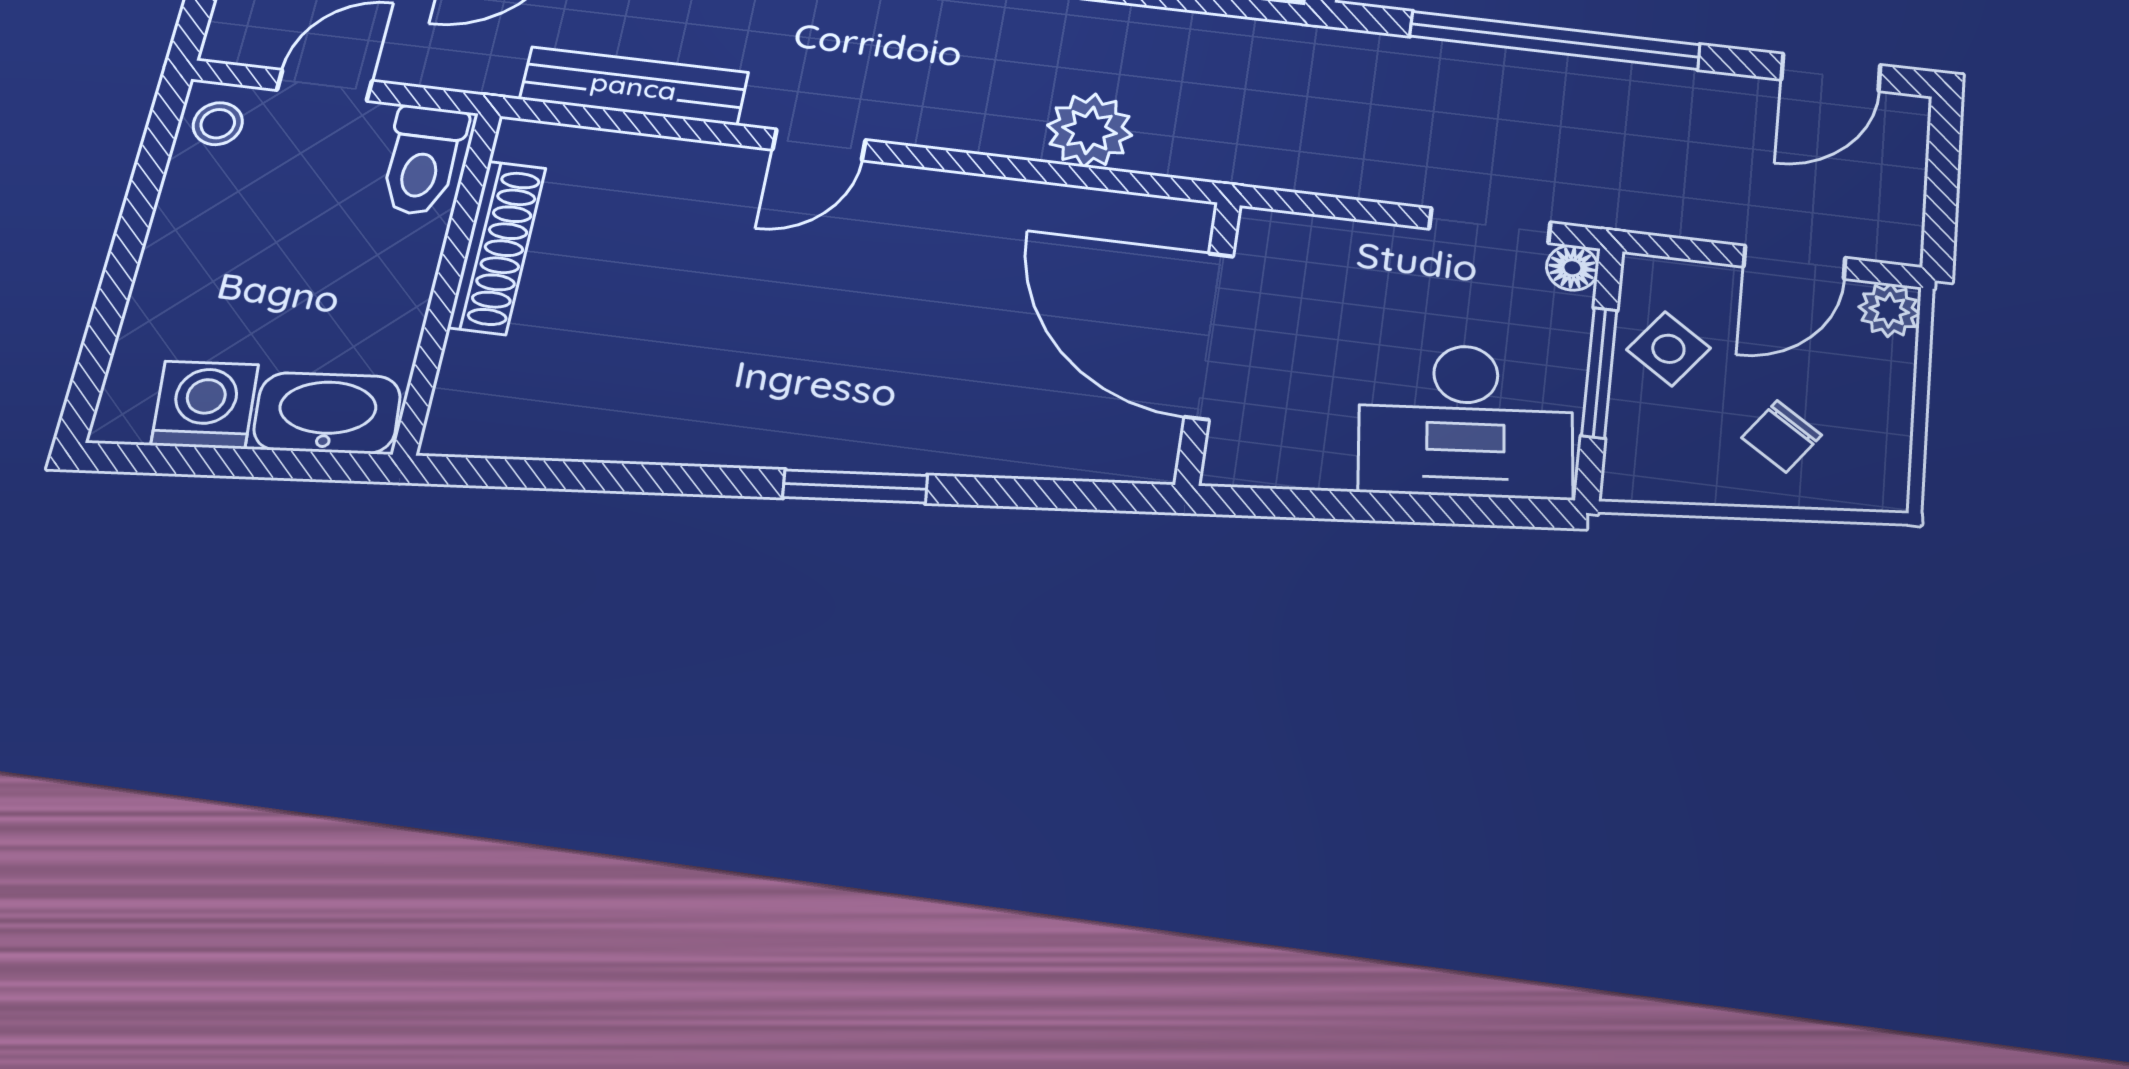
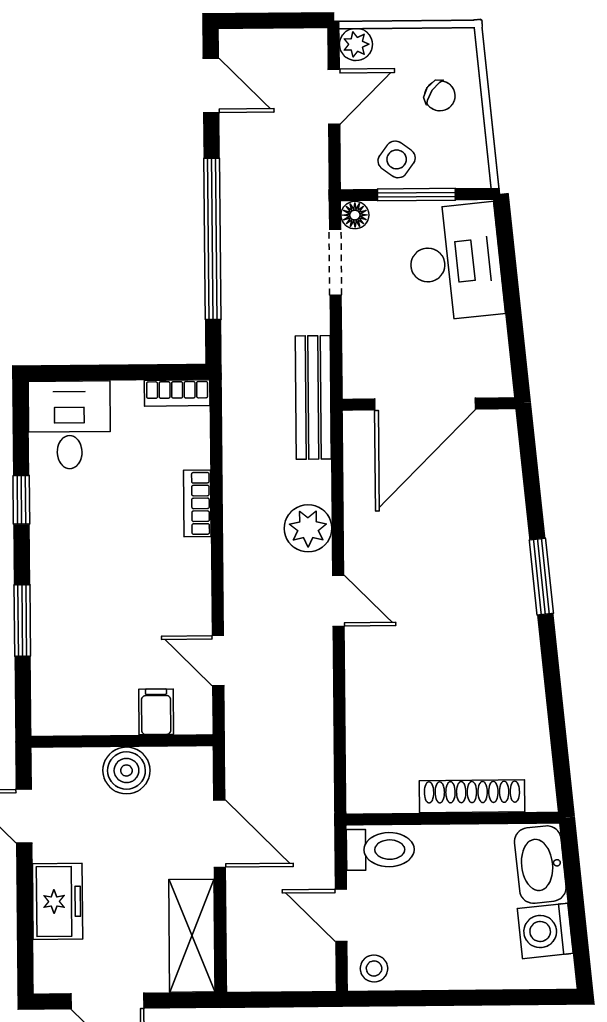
bench: (634, 86) -> (313, 397), moved
plant: (1090, 130) -> (308, 528), moved
door: (819, 145) -> (338, 601), moved
shoe rack: (497, 247) -> (472, 796), moved
door: (1794, 262) -> (334, 97), hinge flipped

